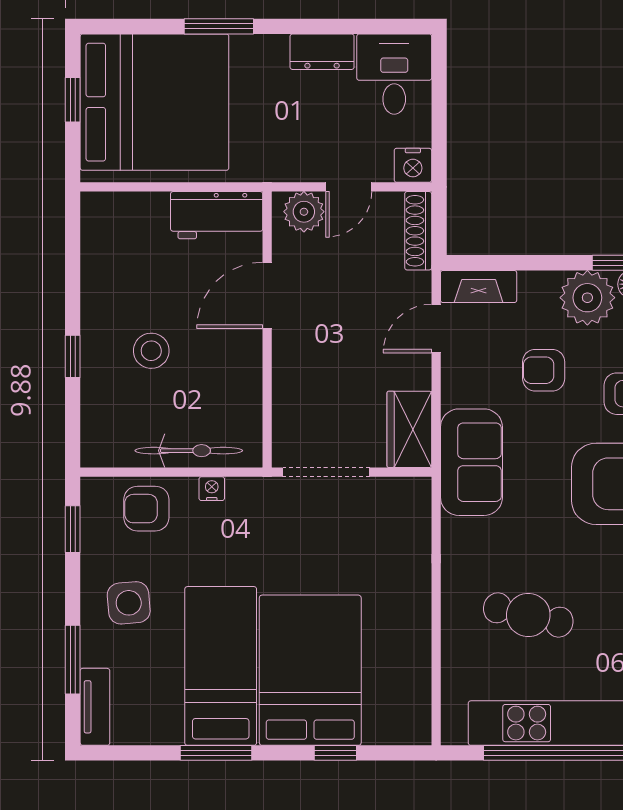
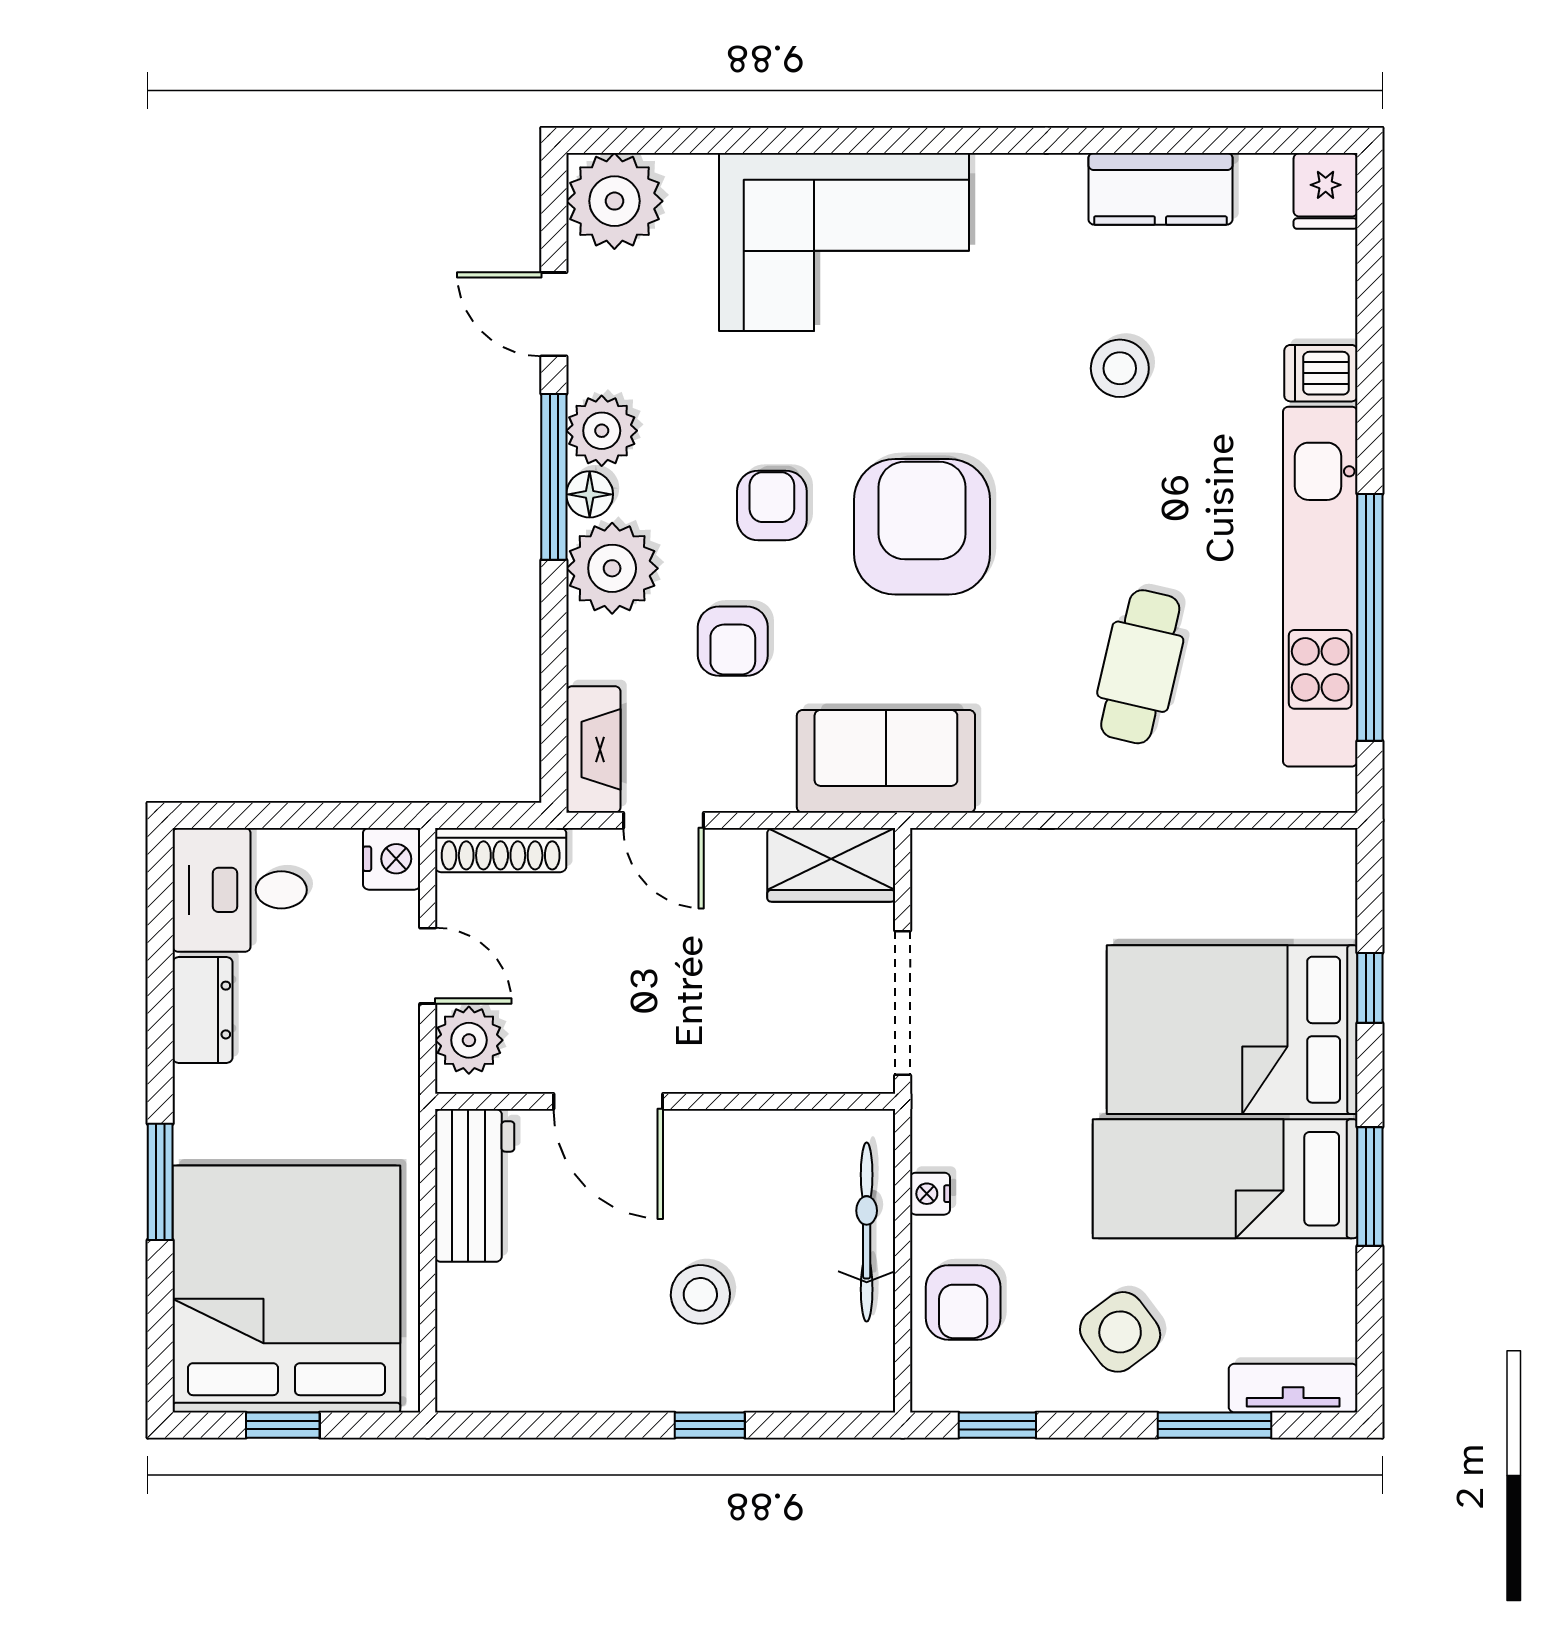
side table: (129, 603) -> (1120, 1332), turned -32

